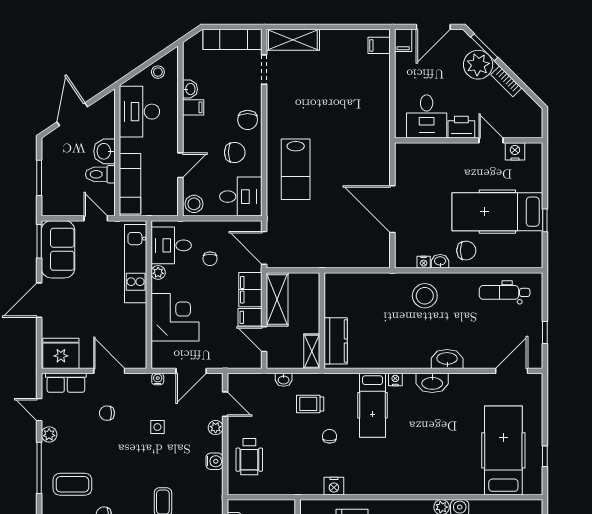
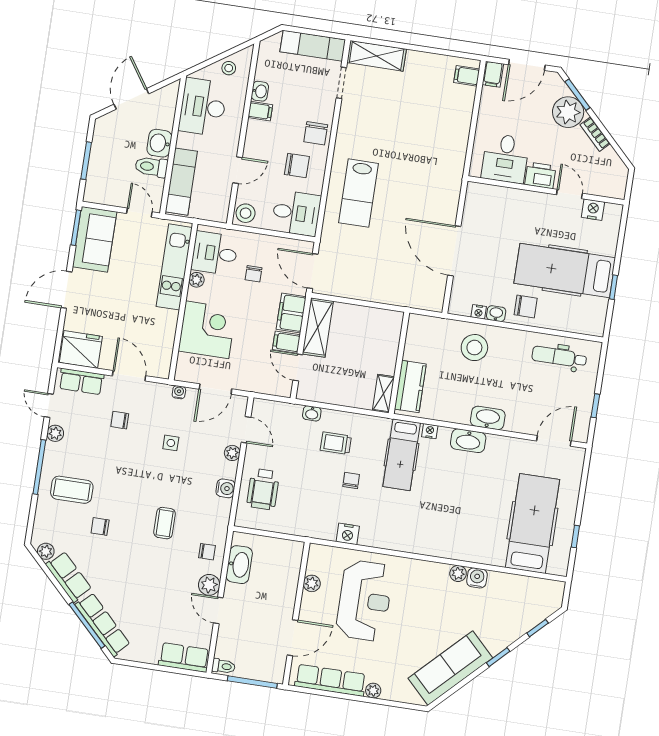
wall: (322, 321) -> (399, 363), moved
kitchen counter: (336, 341) -> (410, 387), moved
shelving: (312, 351) -> (383, 394), moved

